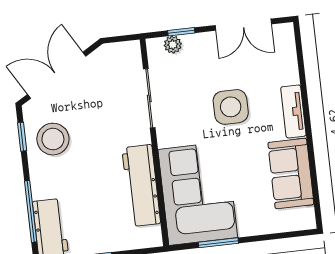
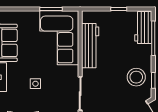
side table: (231, 107) -> (35, 84), width x0.54, depth x0.54

